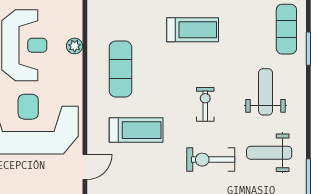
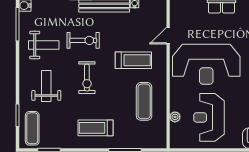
weight bench: (266, 92) -> (46, 86), turned 180
exercise bike: (205, 104) -> (87, 78), width x1.38, depth x1.39
treadmill: (136, 130) -> (133, 60), turned 180

